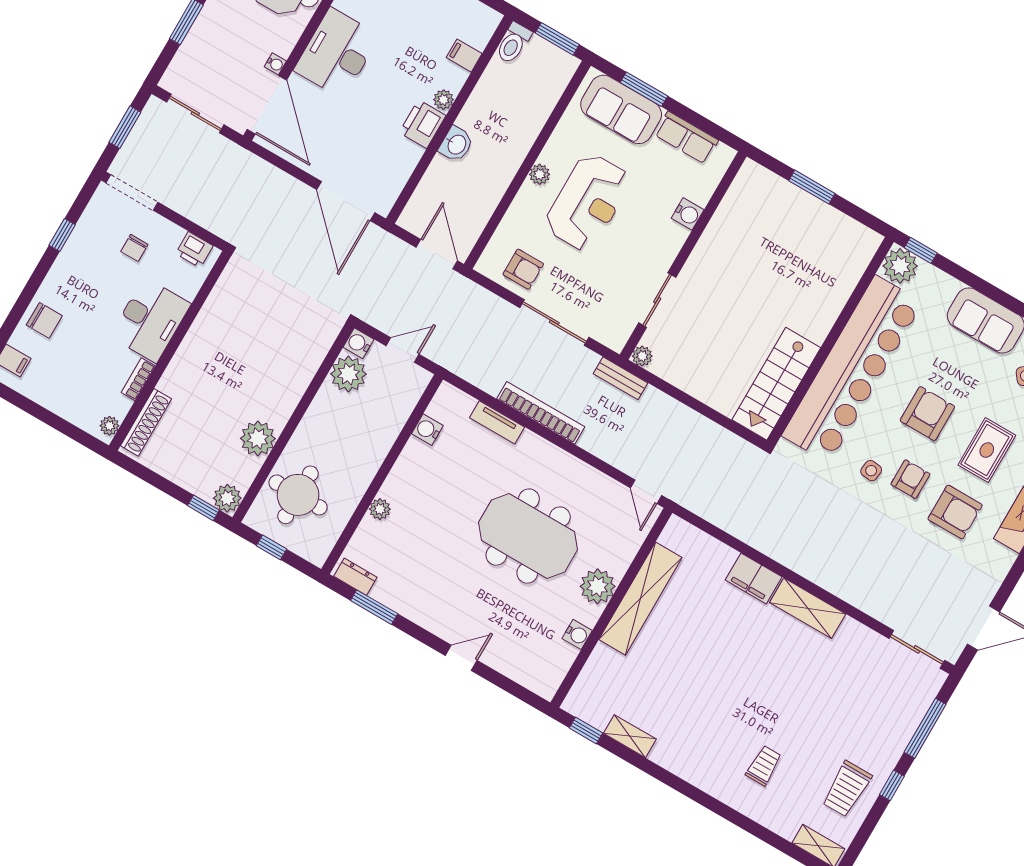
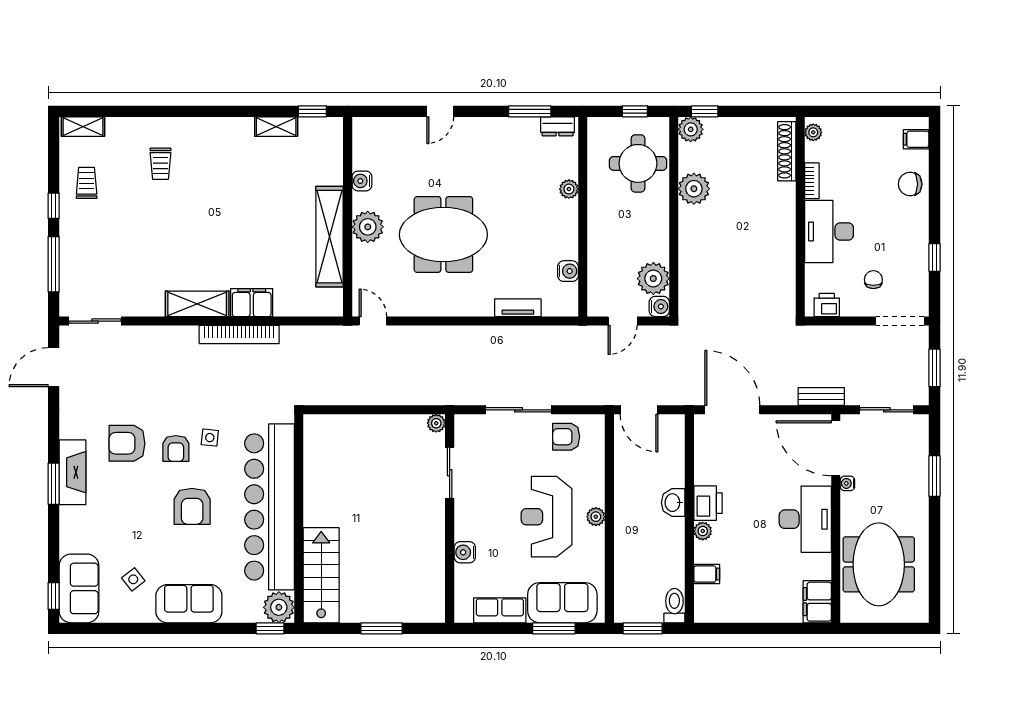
bench: (620, 378) -> (821, 397), moved
stairs: (776, 384) -> (321, 575), moved
bookcase: (541, 413) -> (239, 335), moved
rug: (987, 450) -> (130, 505), removed
trolley: (847, 789) -> (87, 183), width x0.73, depth x0.72

